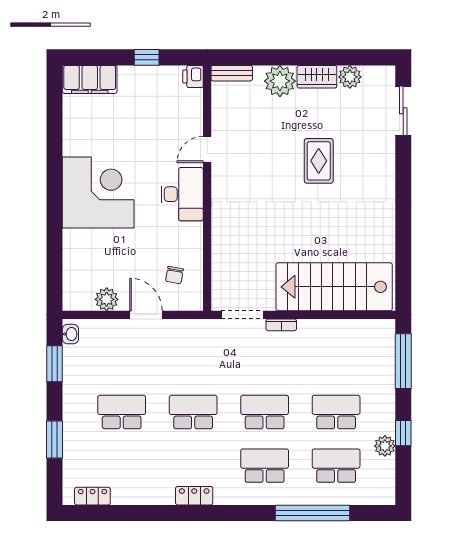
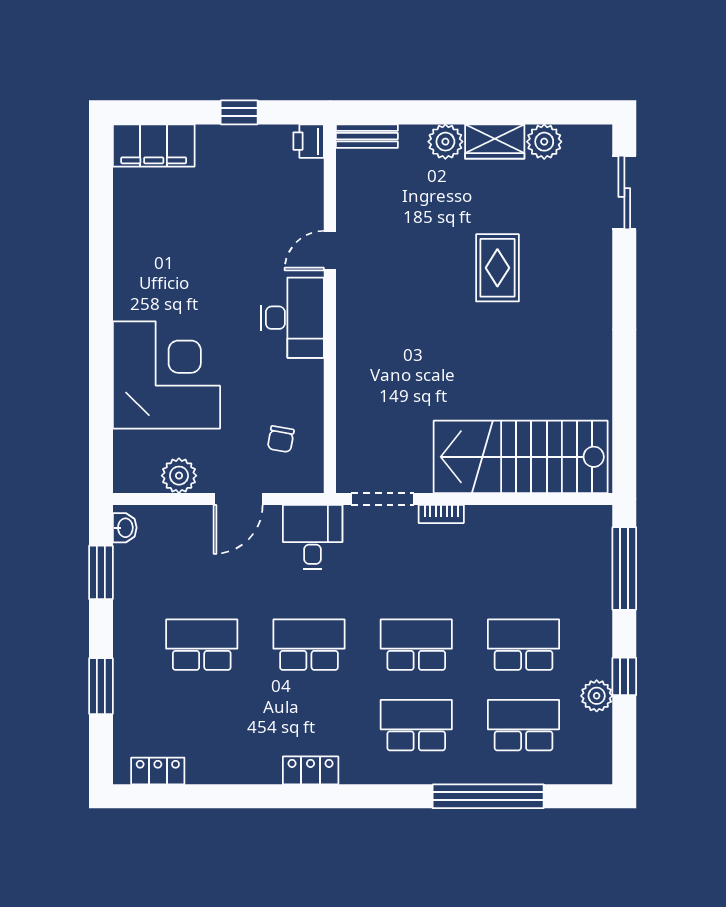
plant: (280, 81) -> (445, 142), width x0.73, depth x0.73
corner desk: (98, 193) -> (166, 375), moved
door: (146, 315) -> (238, 499), swing flipped
desk: (196, 340) -> (313, 537), added

